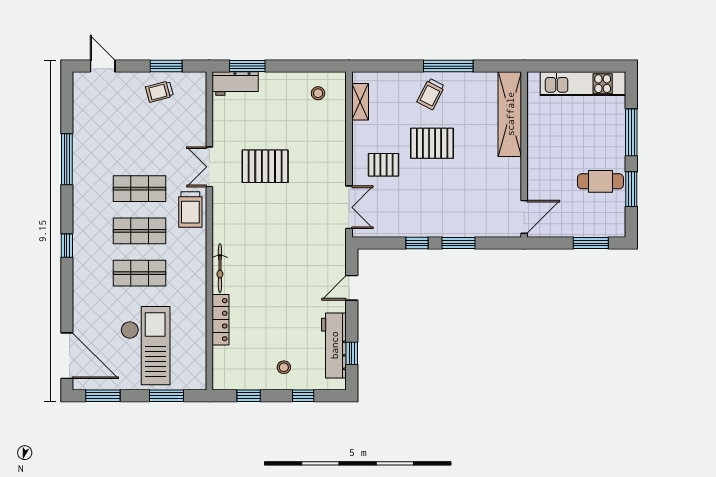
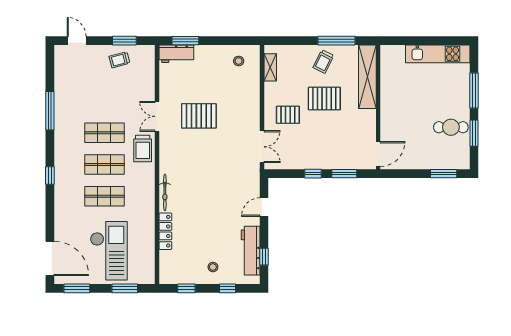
shelving: (510, 114) -> (367, 77), moved
wall: (524, 155) -> (378, 107), moved
door: (524, 217) -> (378, 154), moved

